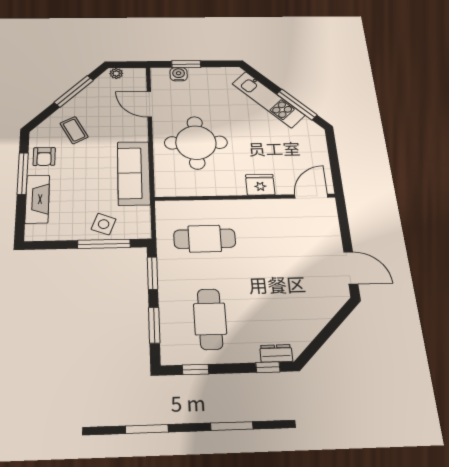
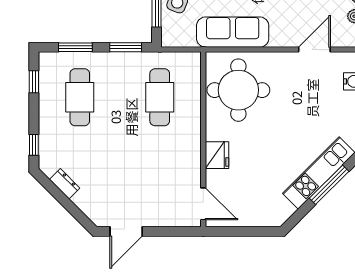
window: (297, 104) -> (329, 185), moved
round table: (196, 143) -> (238, 90), moved
cafe table: (210, 319) -> (80, 97), turned 90
dresser: (276, 353) -> (65, 184), moved, turned -45

